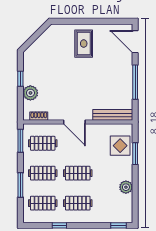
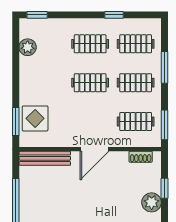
window: (20, 79) -> (165, 188), moved
plant: (30, 93) -> (152, 202), moved
door: (74, 122) -> (95, 149), swing flipped
window: (135, 154) -> (16, 122), moved
plant: (126, 187) -> (28, 47), moved

